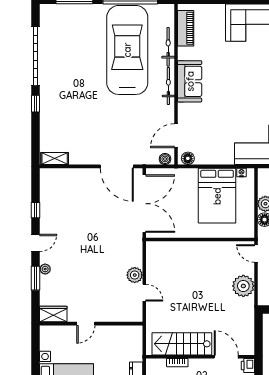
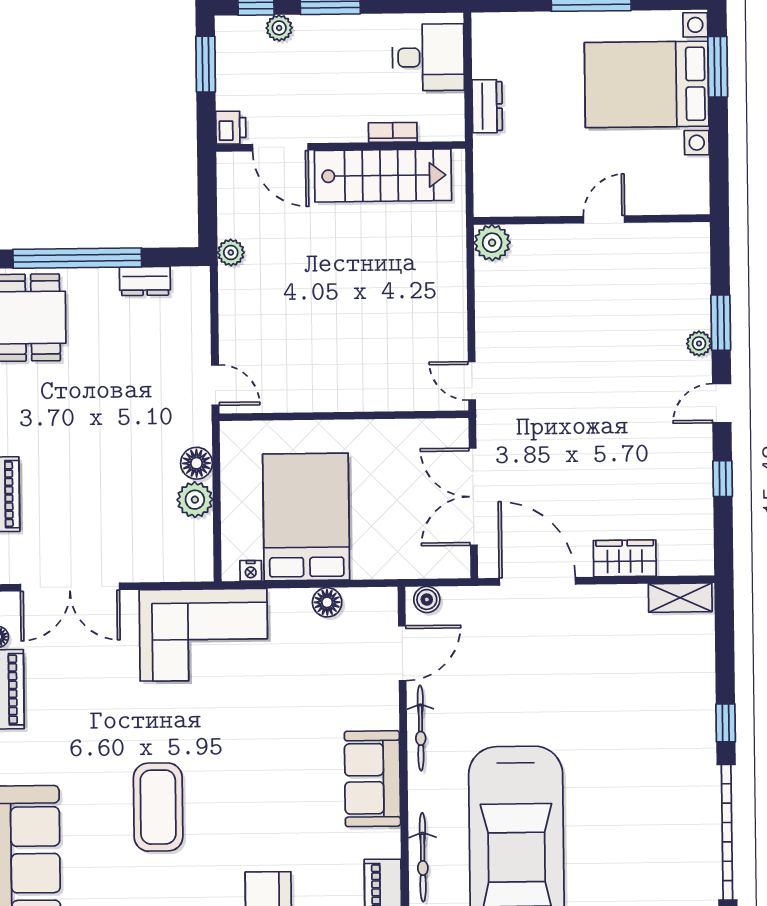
bicycle: (168, 86) -> (421, 728), moved
floor lamp: (188, 158) -> (327, 602), moved
double door: (144, 204) -> (473, 497), width x0.73
plant: (135, 275) -> (492, 243), moved
plant: (243, 286) -> (231, 252), moved, width x0.53, depth x0.53
door: (144, 293) -> (472, 381), moved
wardrobe: (53, 314) -> (625, 558), moved, turned 180

